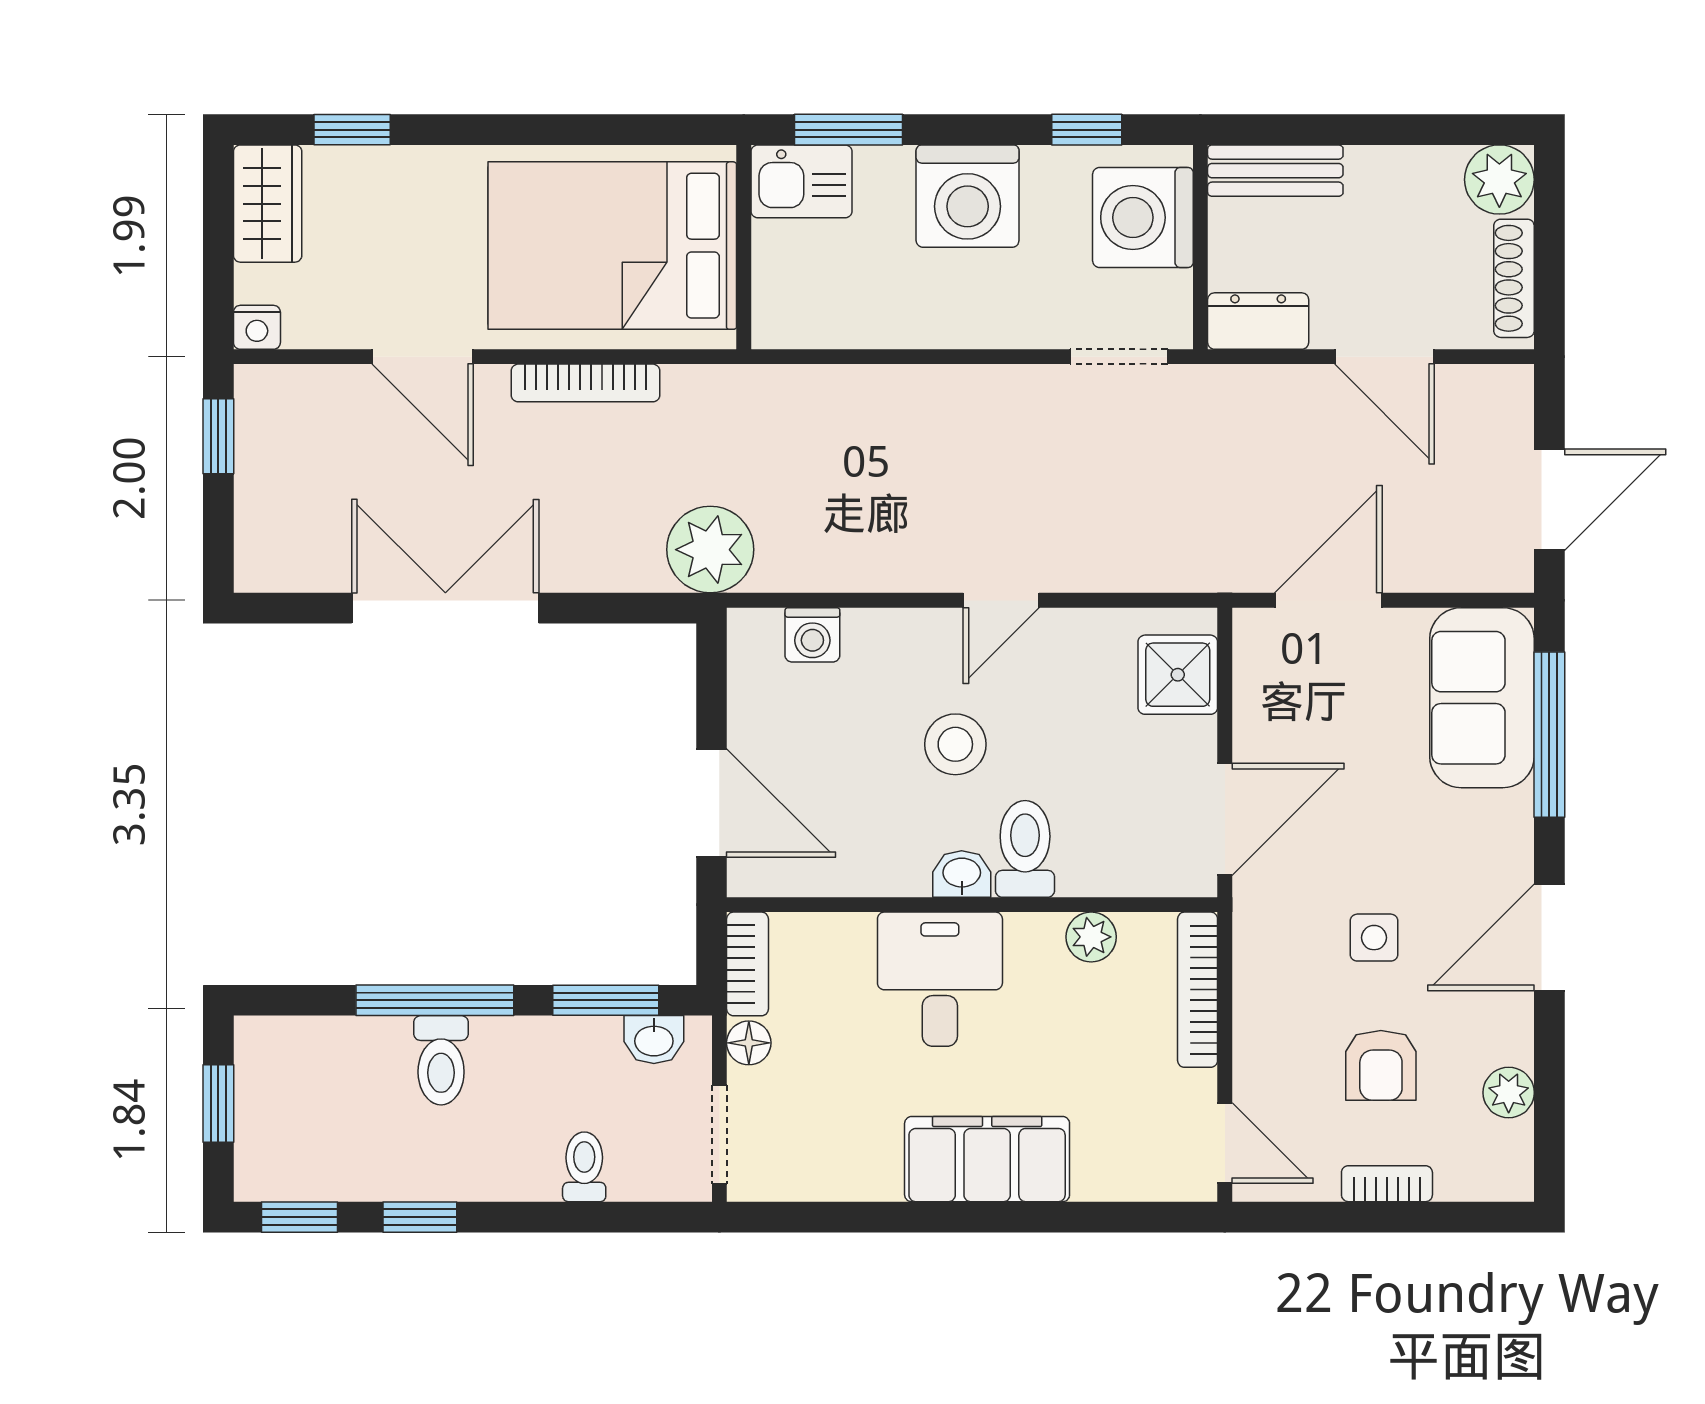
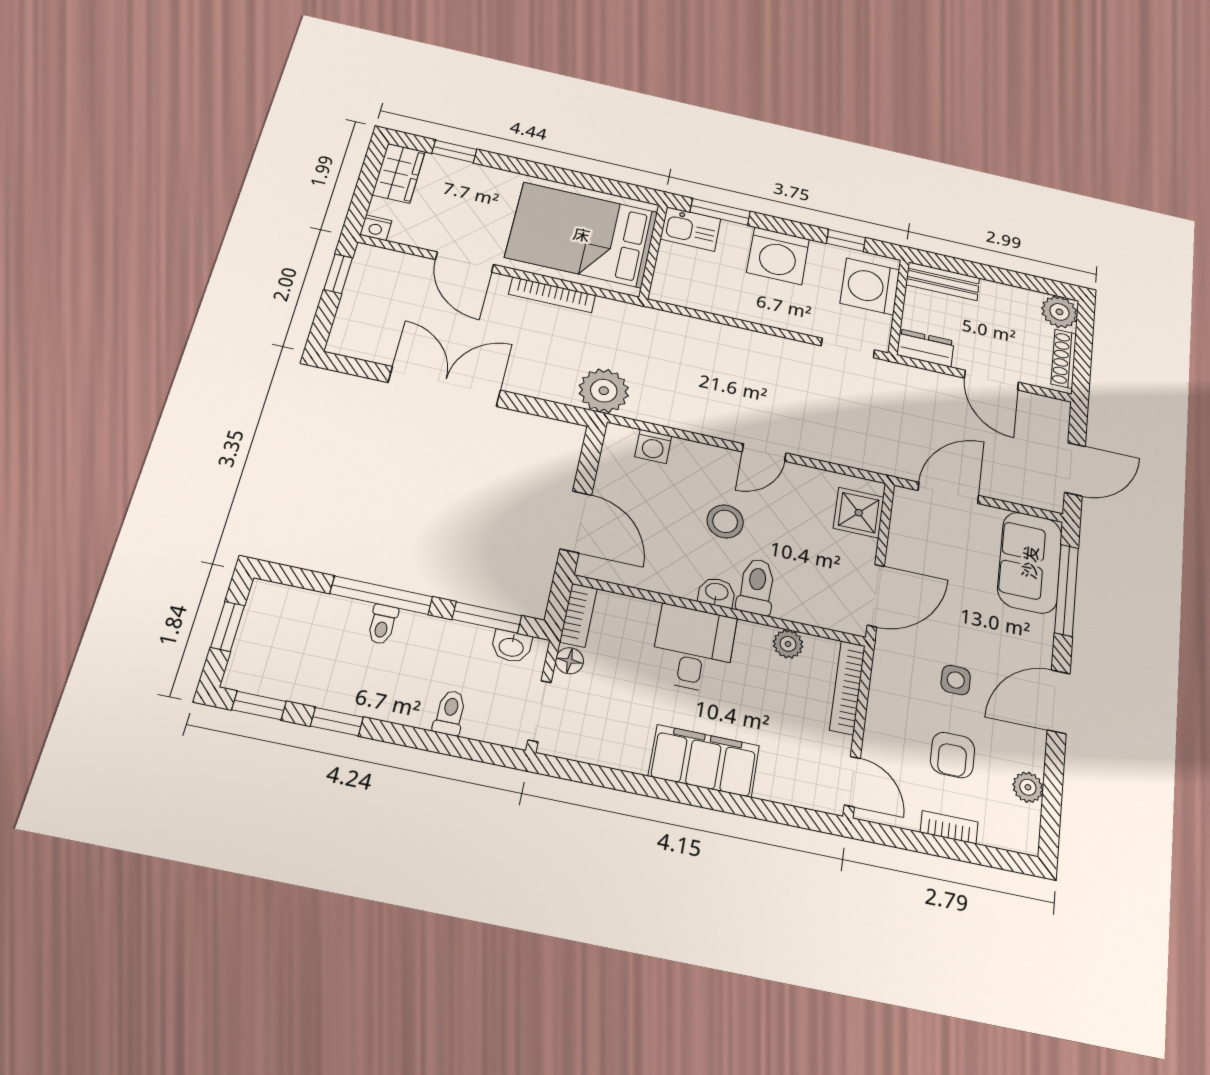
toilet: (441, 1060) -> (382, 624), width x0.73, depth x0.72

